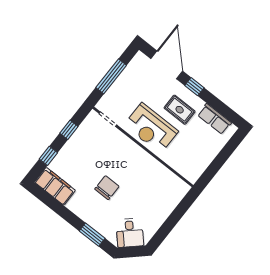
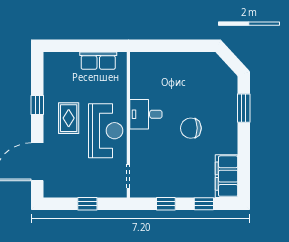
window: (111, 76) -> (87, 204), width x0.46
window: (194, 87) -> (37, 105), moved
row of seats: (214, 119) -> (98, 61), moved, turned 90
desk: (130, 233) -> (146, 114), moved, turned -137

